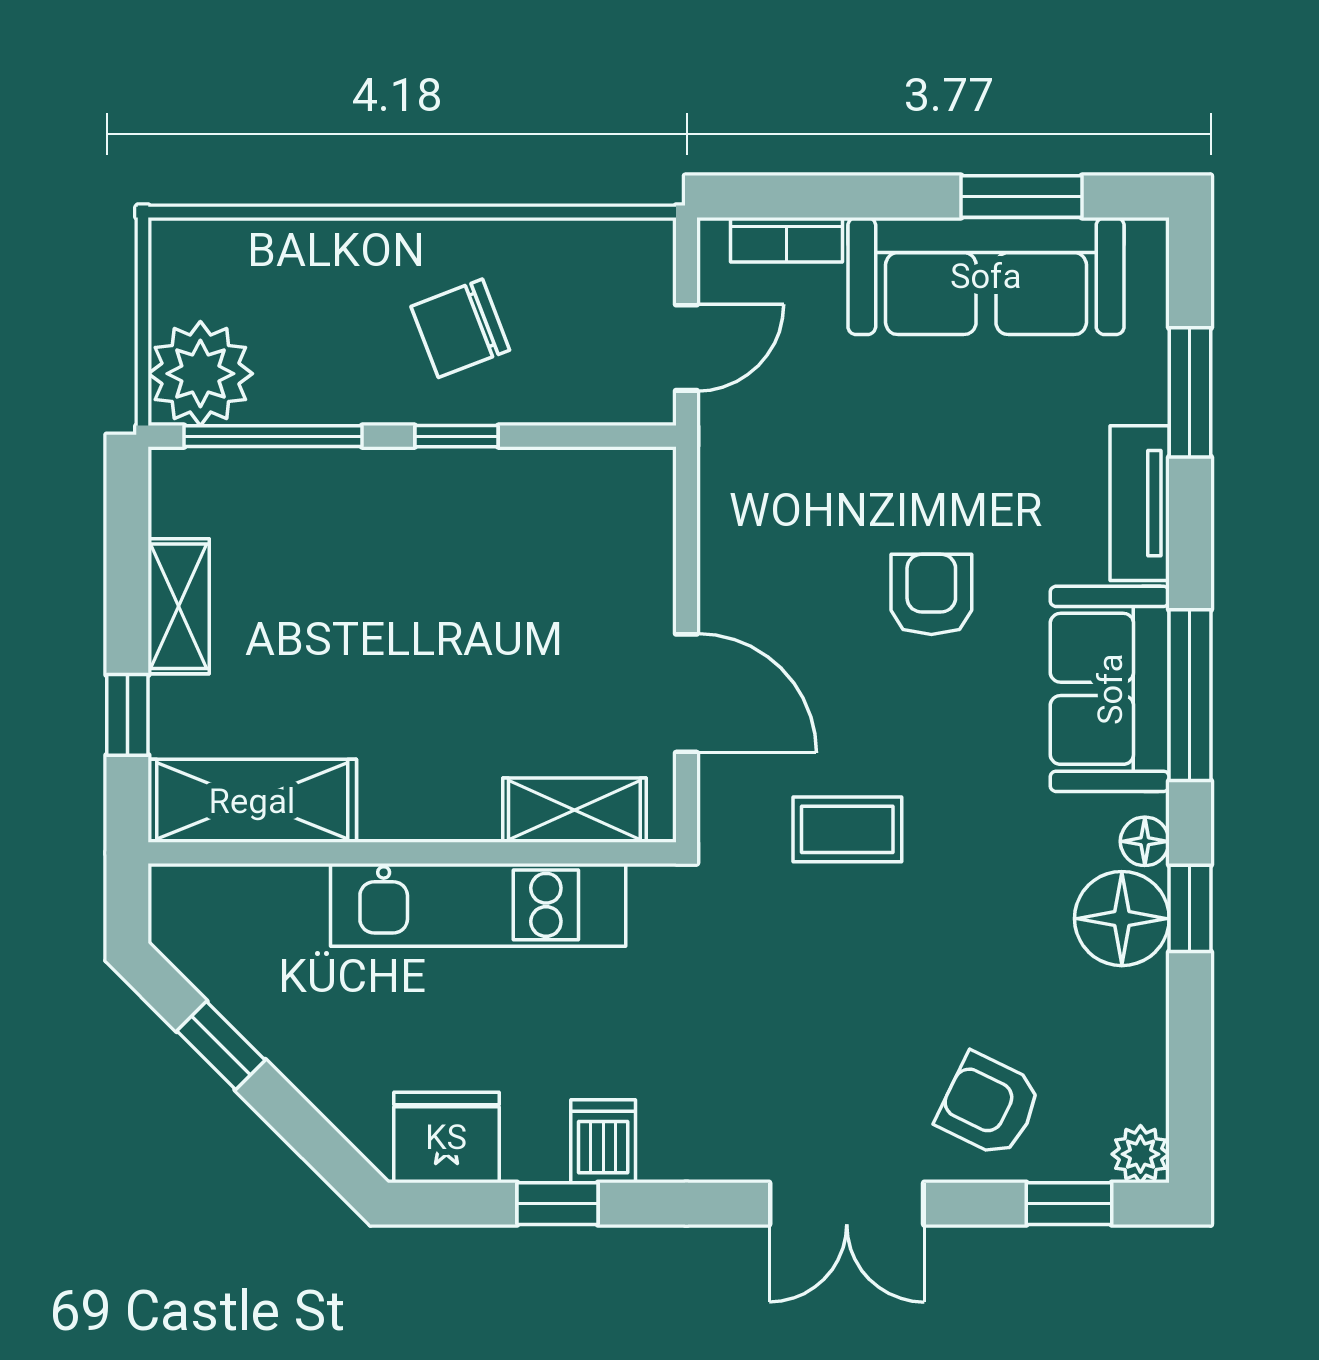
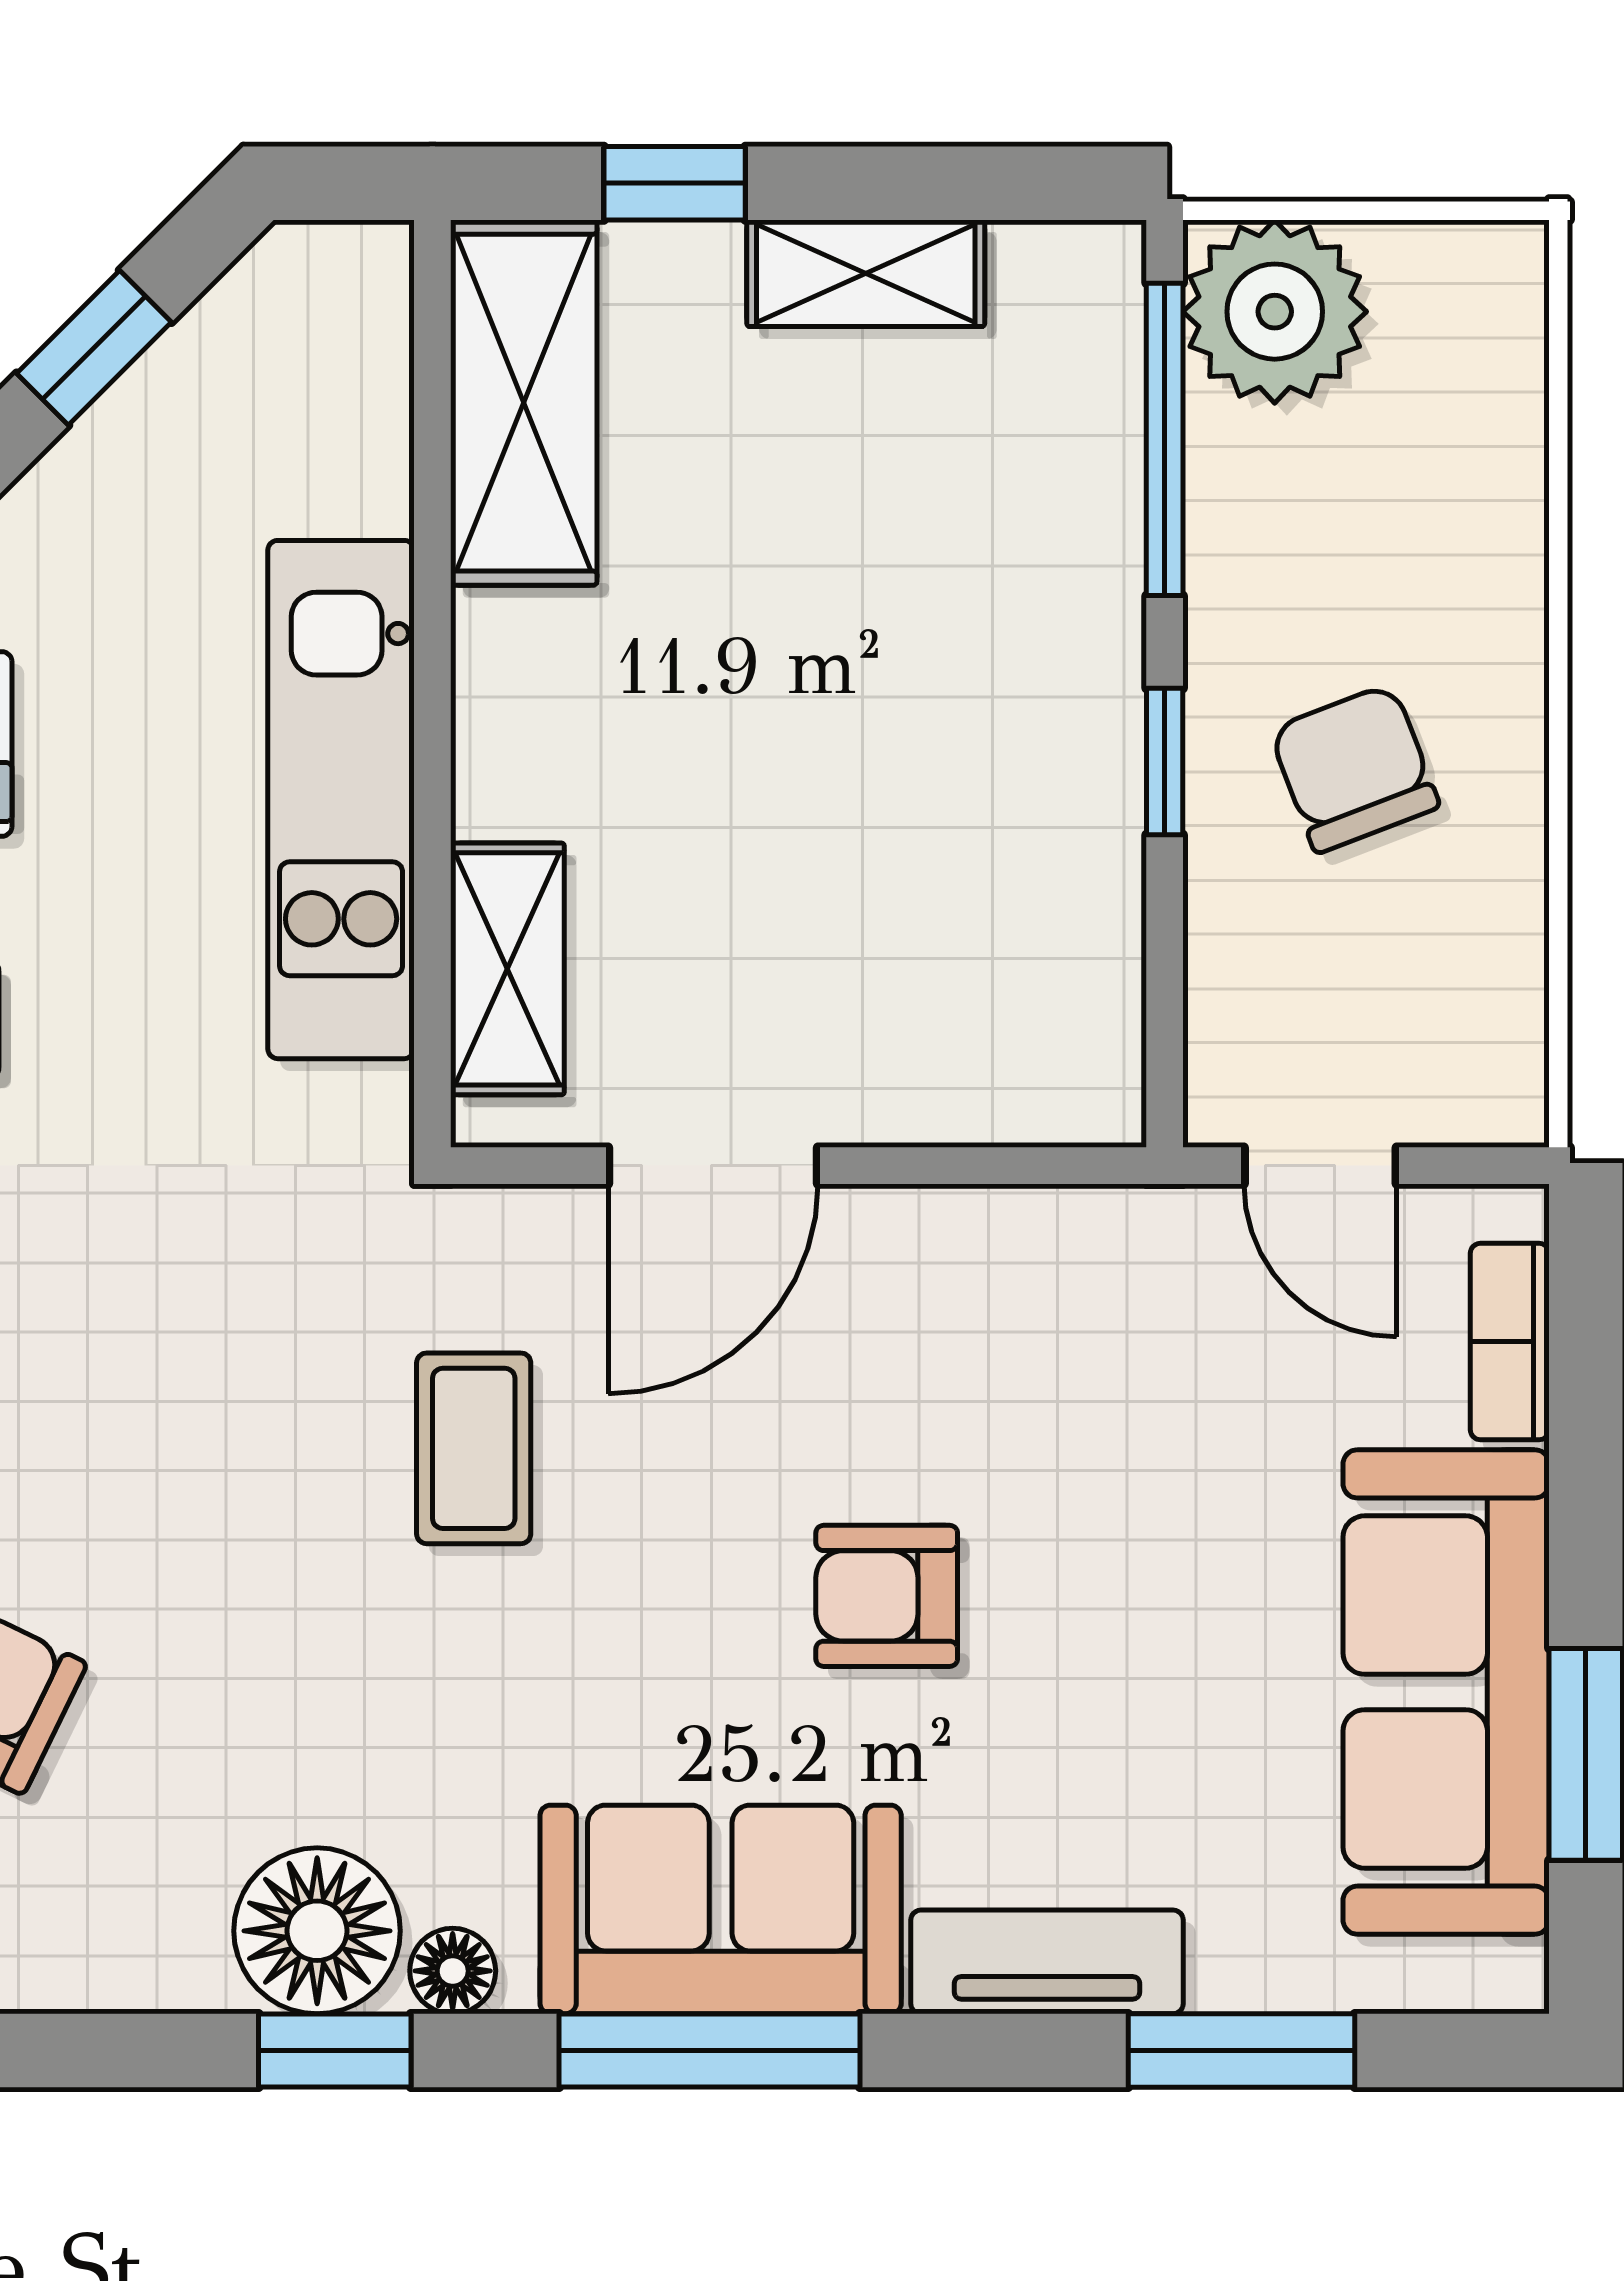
armchair: (931, 594) -> (887, 1596), turned 180

